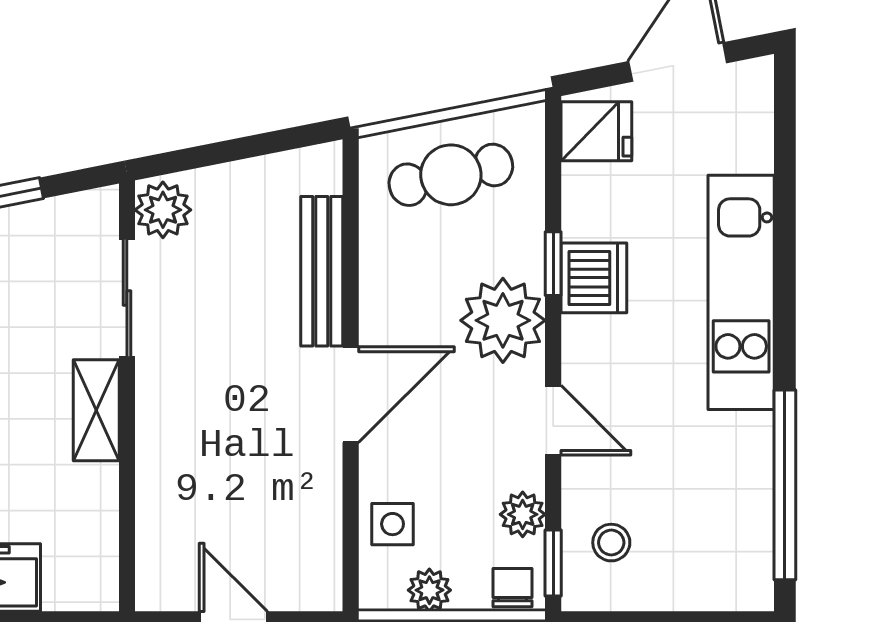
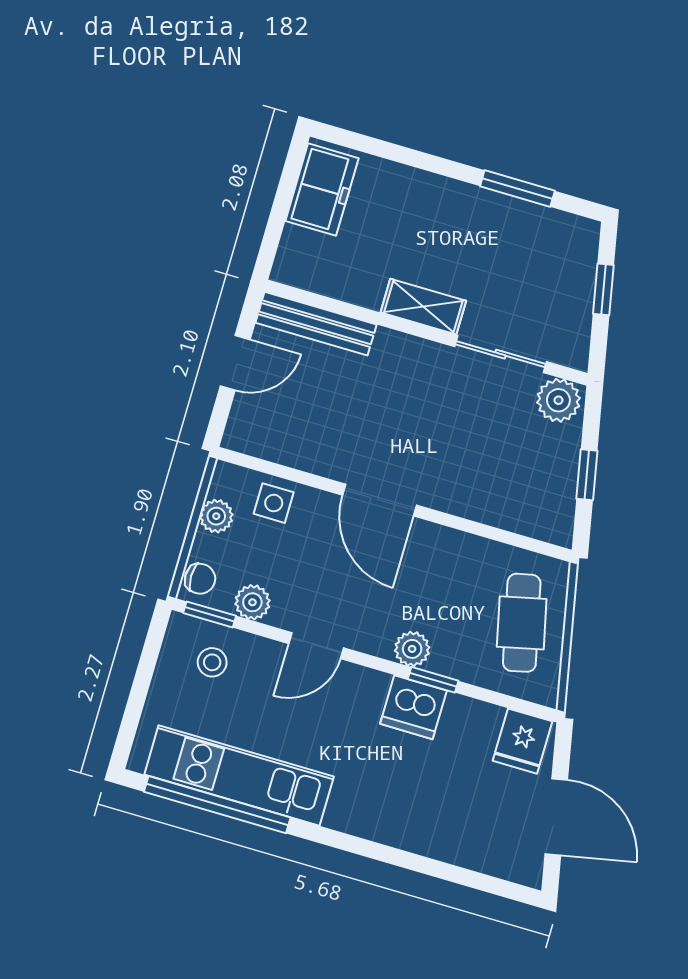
window: (245, 148) -> (587, 475), added
bench: (322, 271) -> (316, 324), moved
kitchen unit: (741, 292) -> (239, 776), moved
plant: (503, 320) -> (412, 649), width x0.53, depth x0.53

